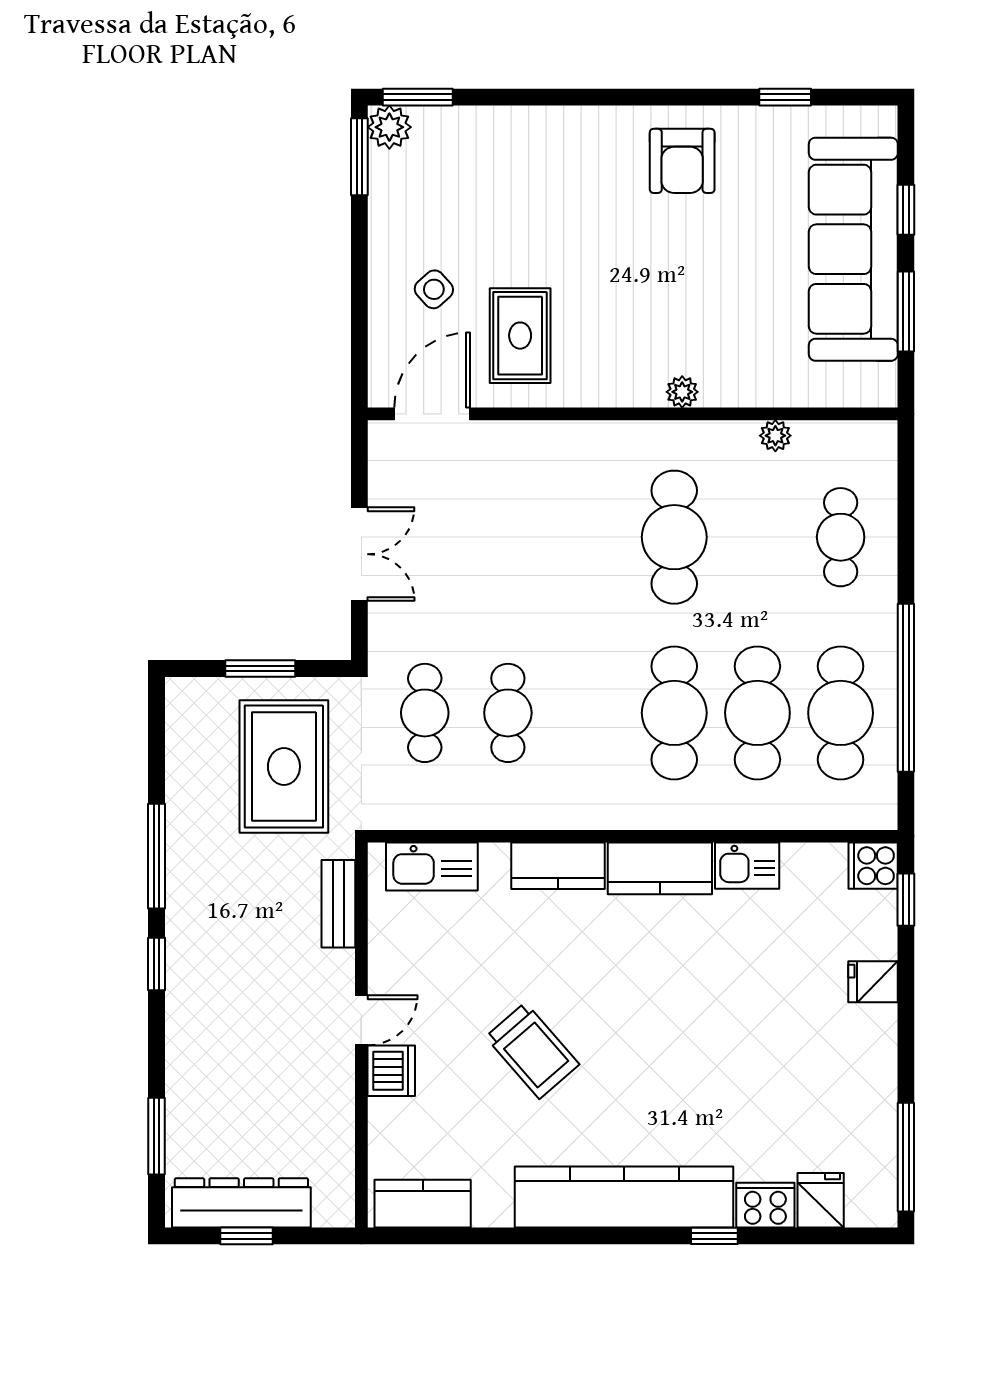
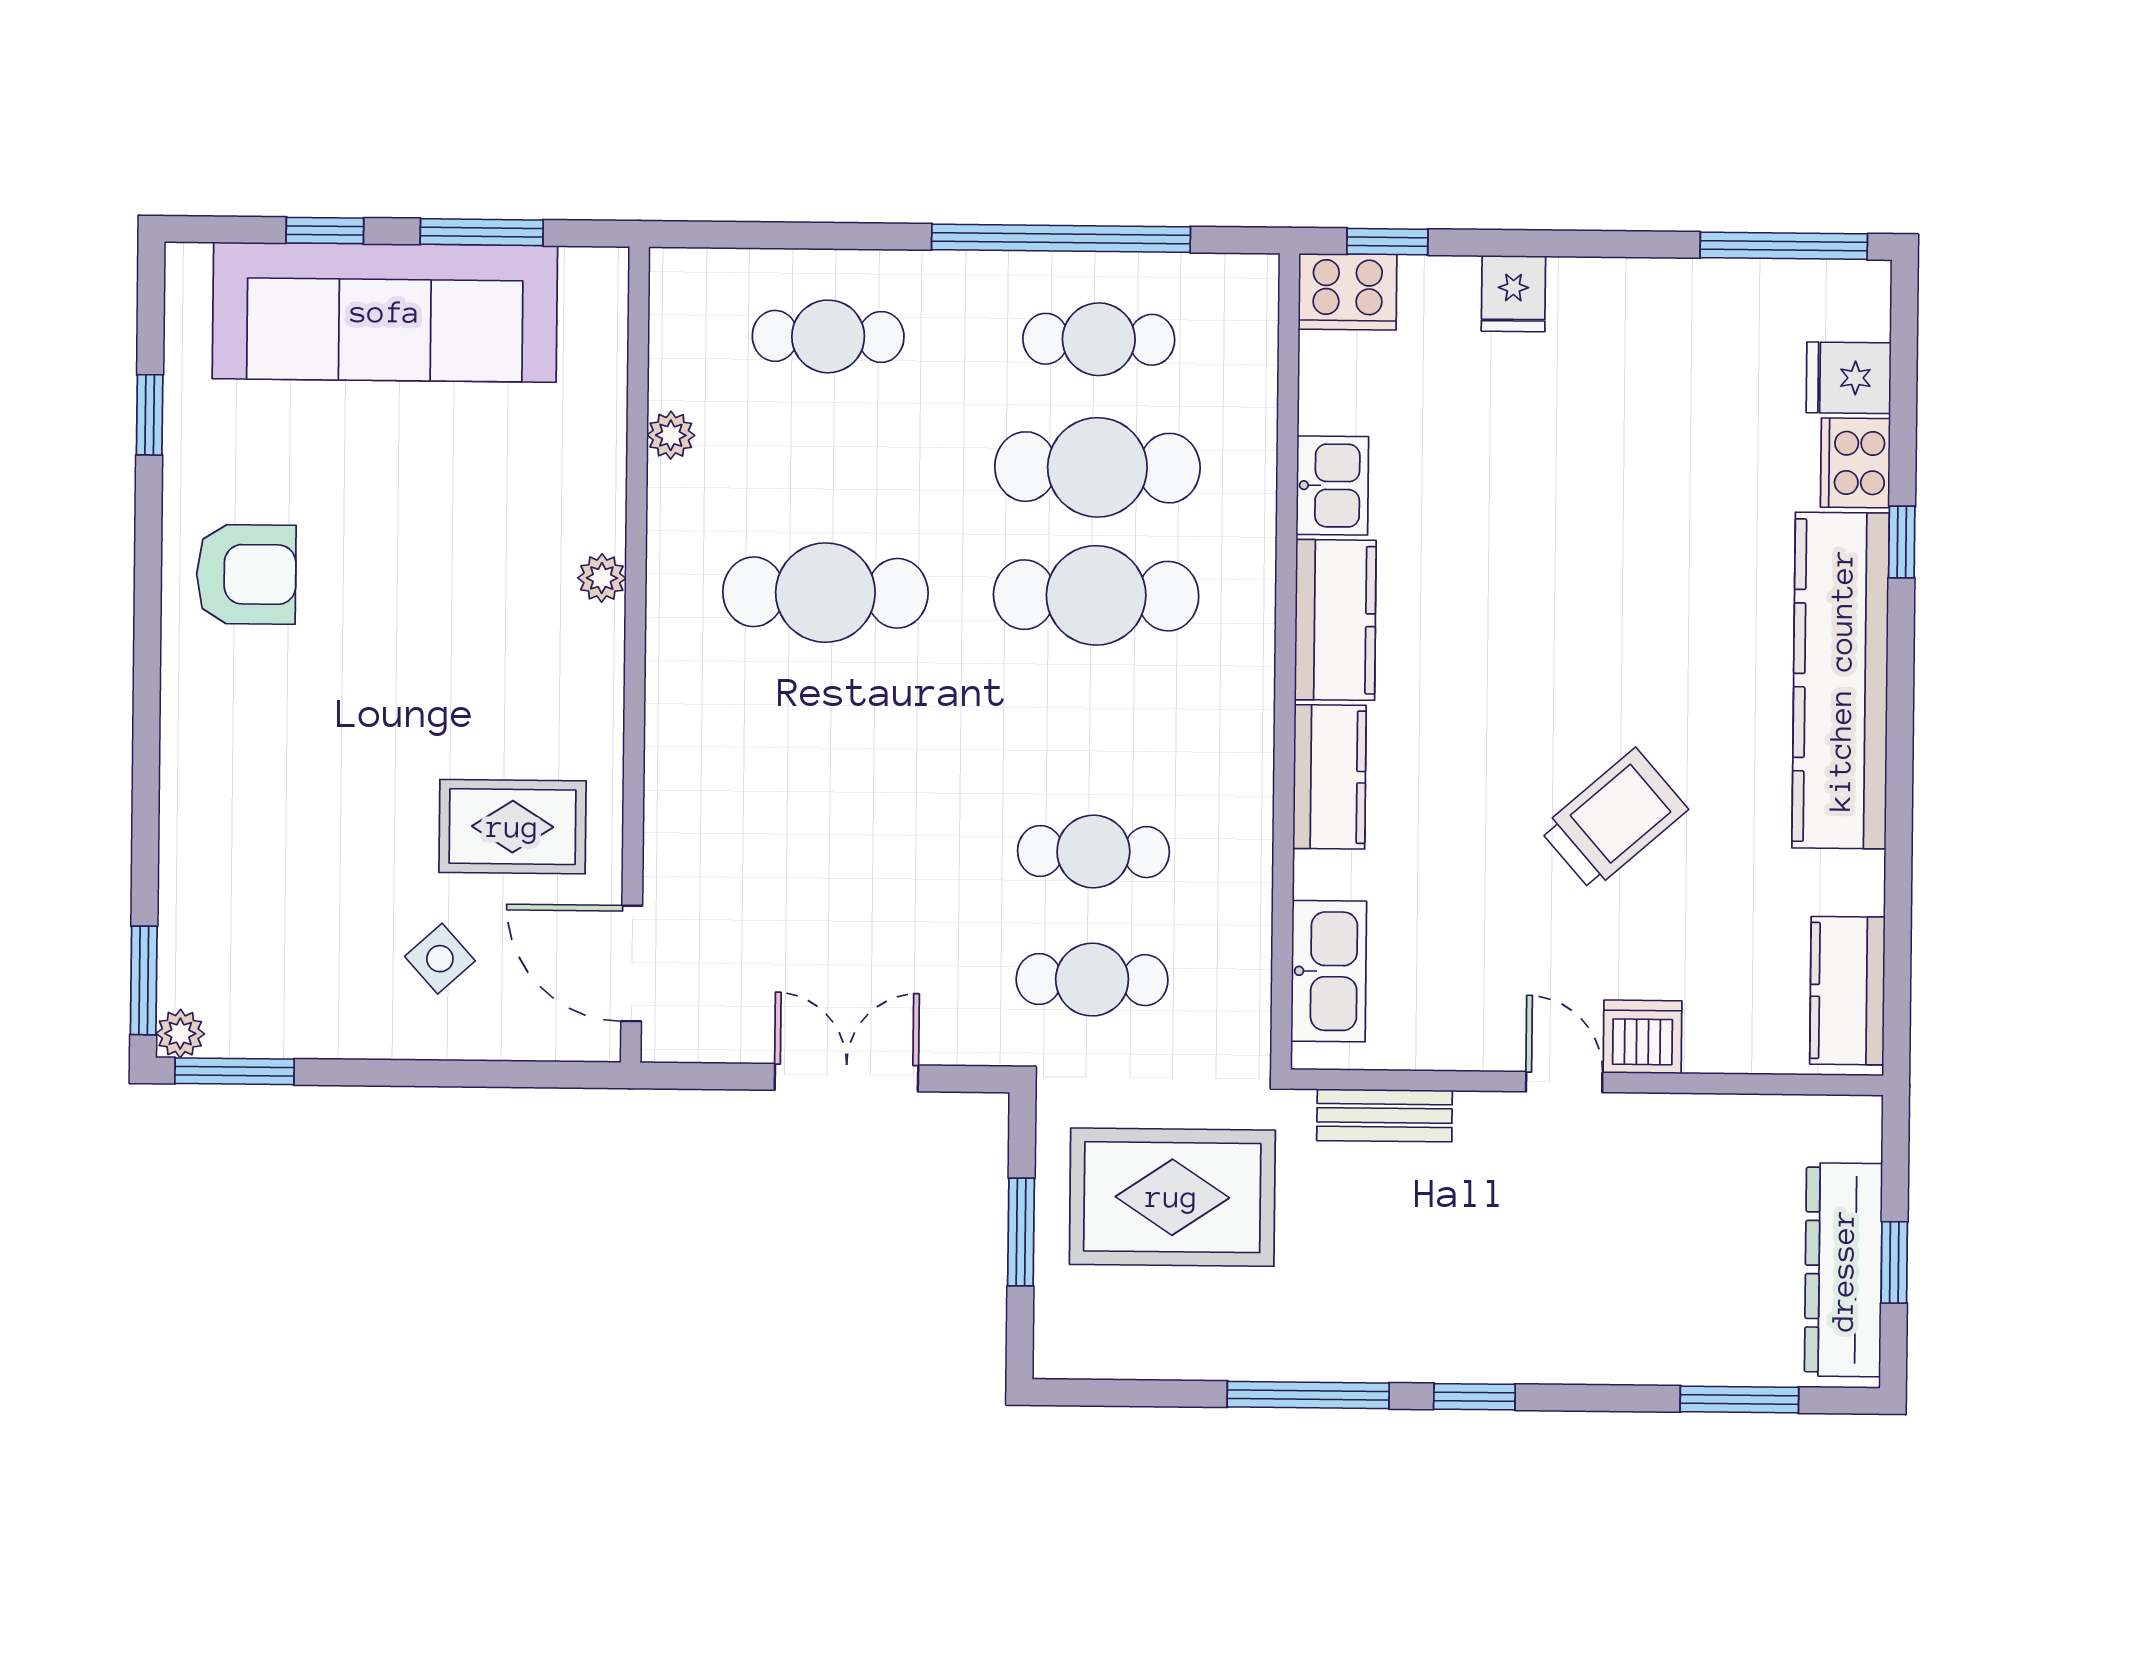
plant: (389, 127) -> (180, 1034), width x0.73, depth x0.73
cafe table: (841, 713) -> (1099, 339), width x0.73, depth x0.74
cooker: (873, 866) -> (1348, 292), width x1.36

